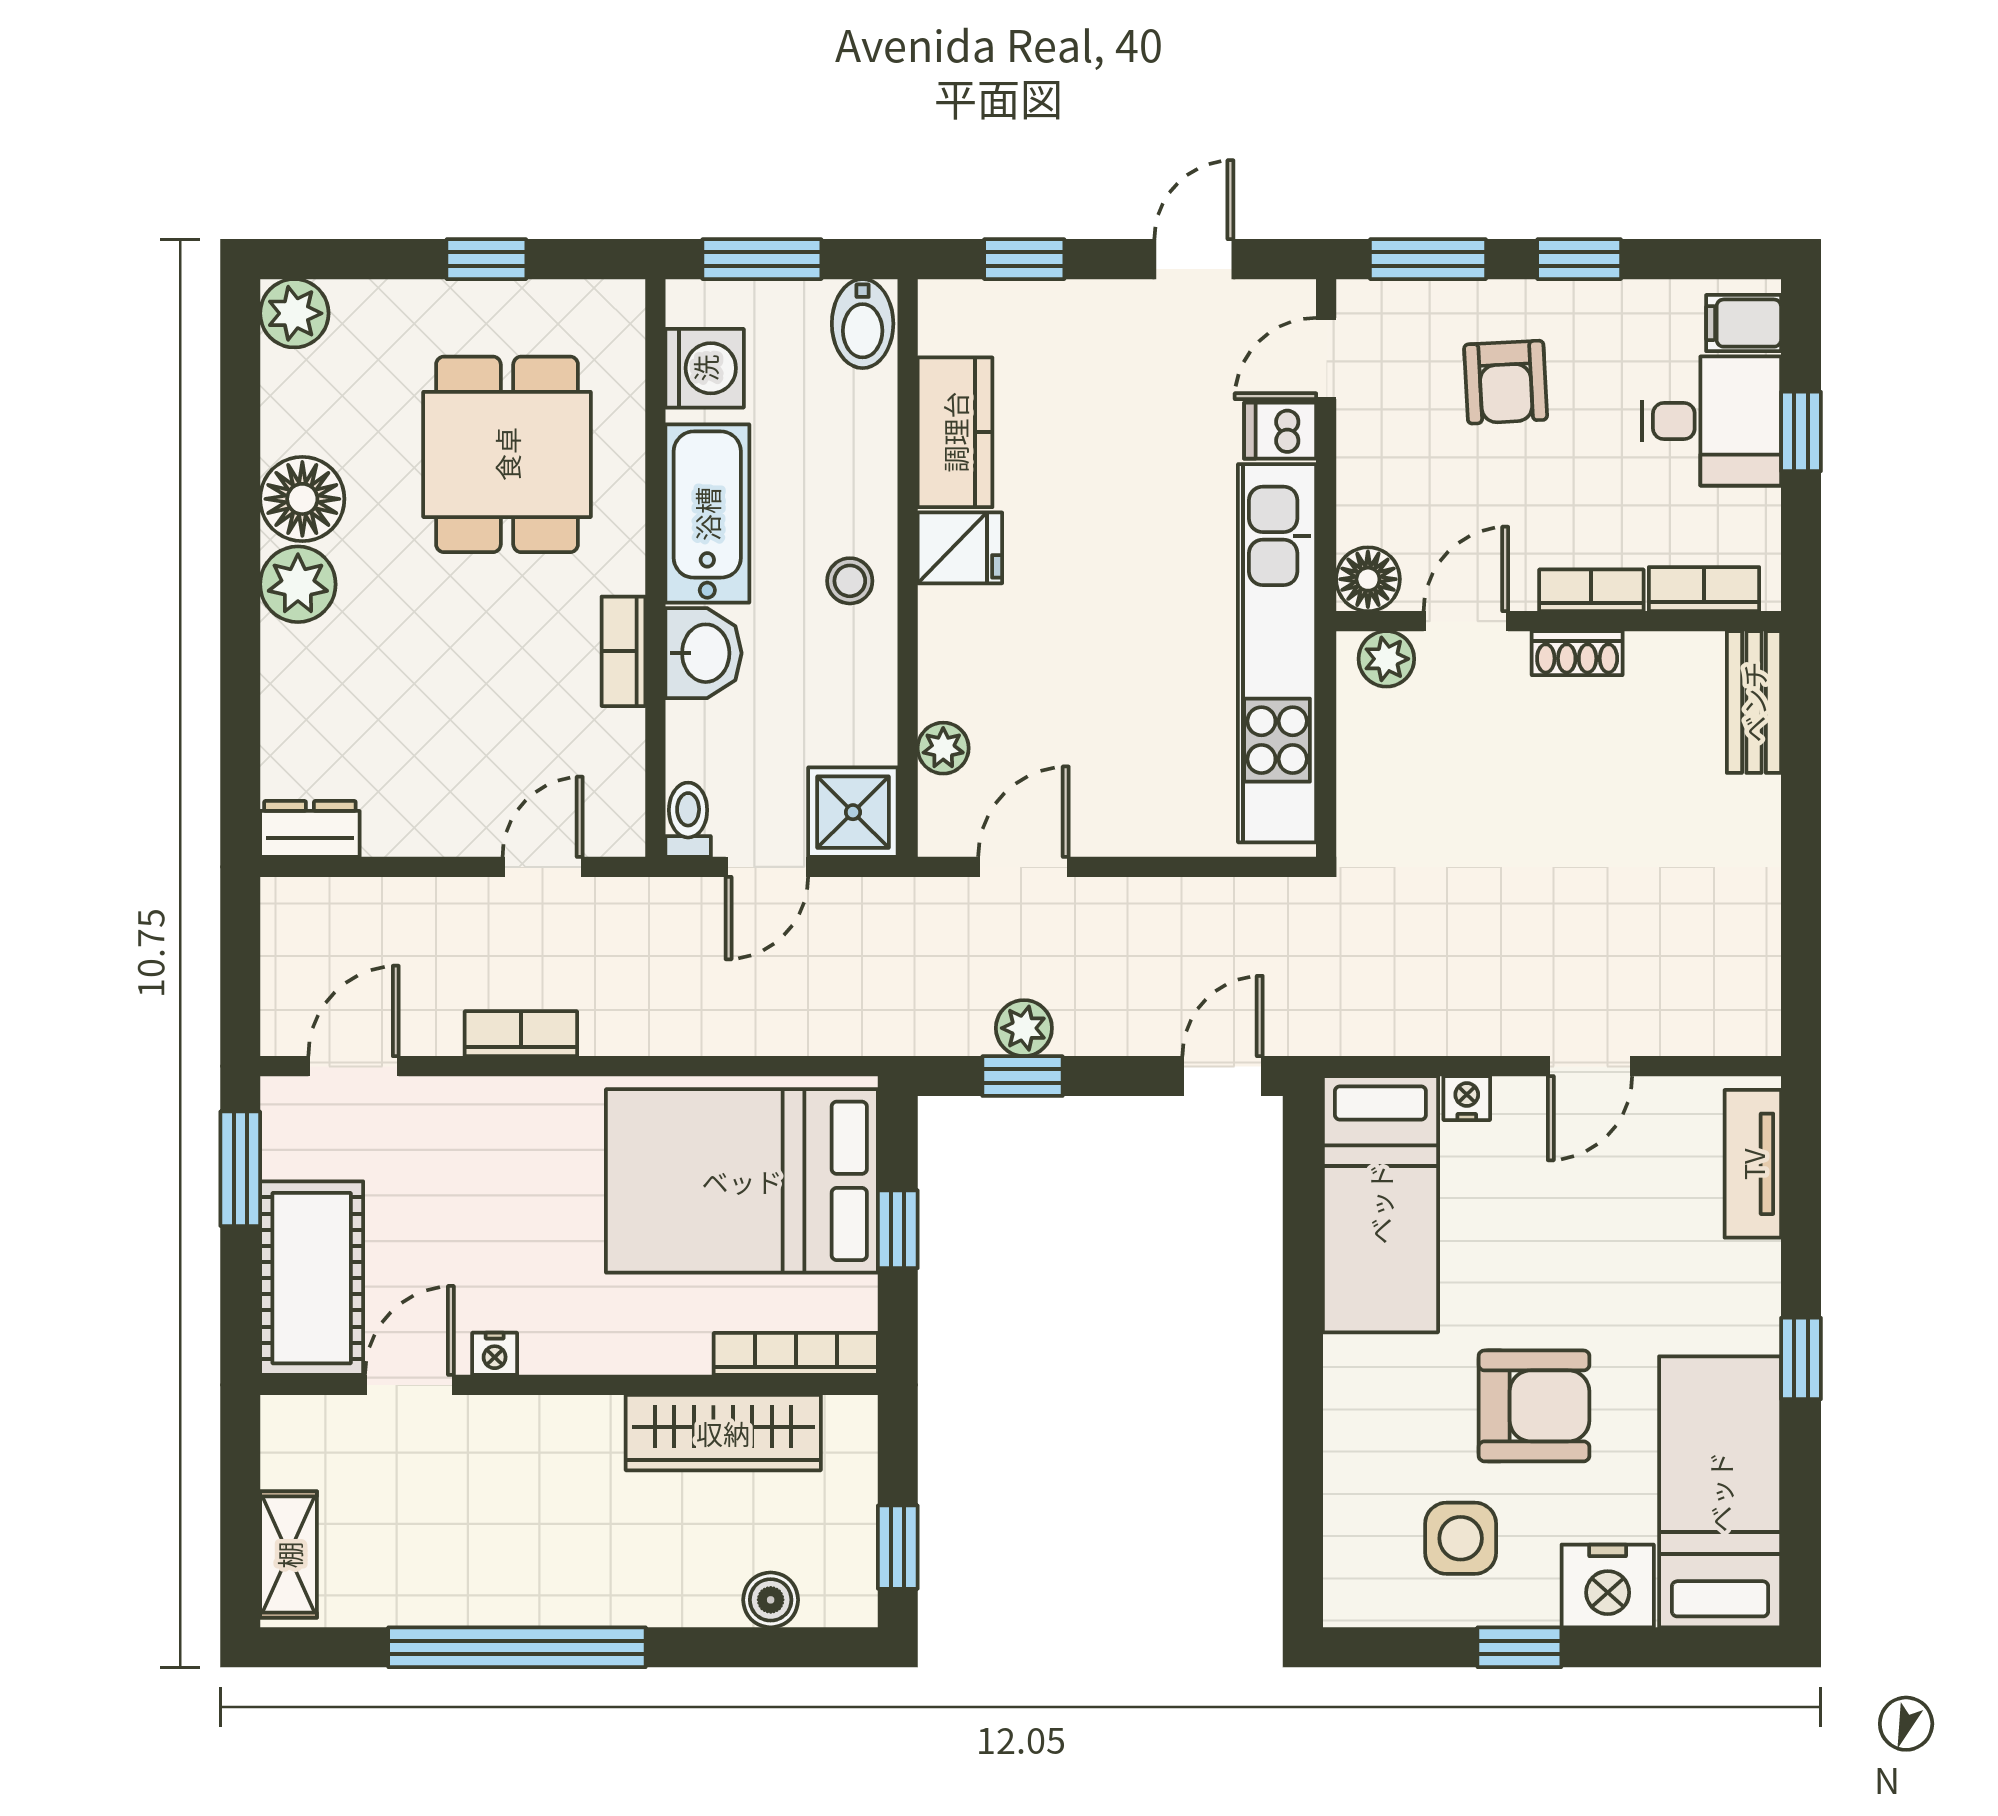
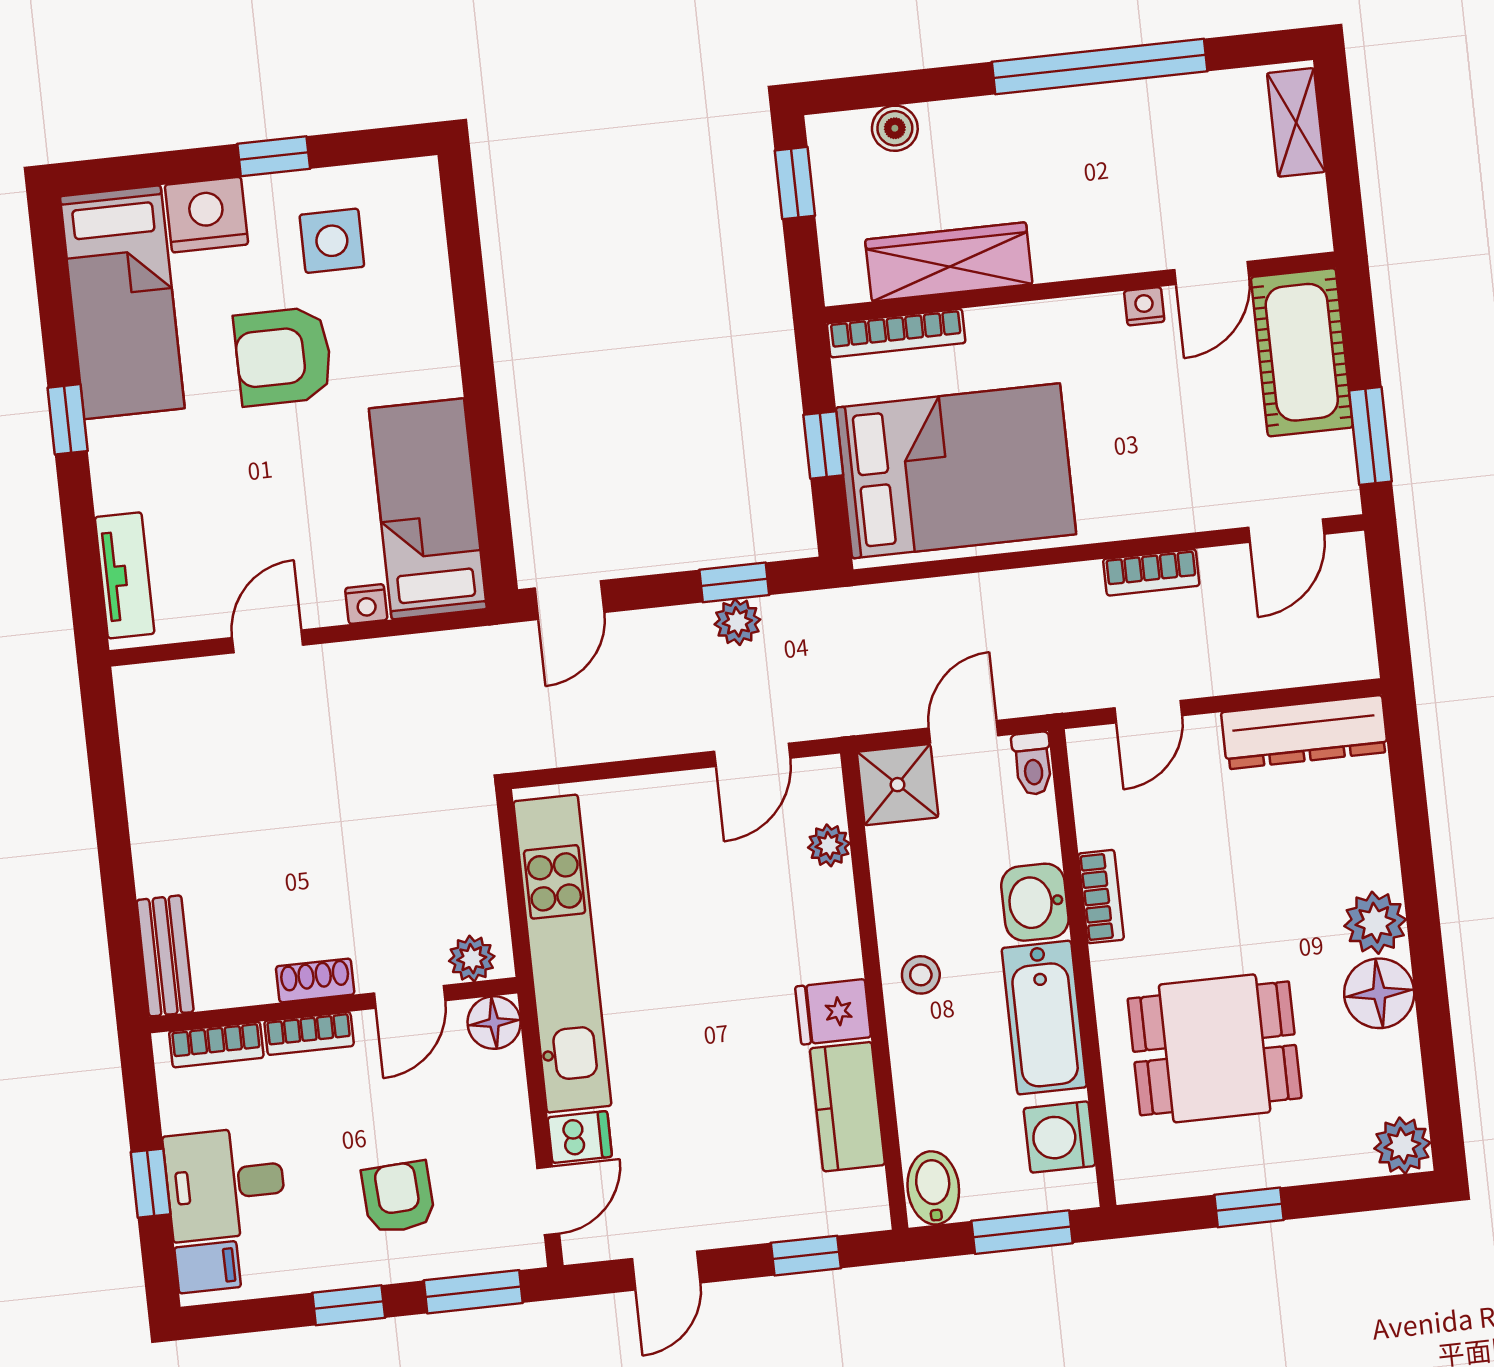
dining table: (507, 454) -> (1215, 1048), turned 90
dresser: (310, 829) -> (1305, 732), width x1.96, depth x1.24

